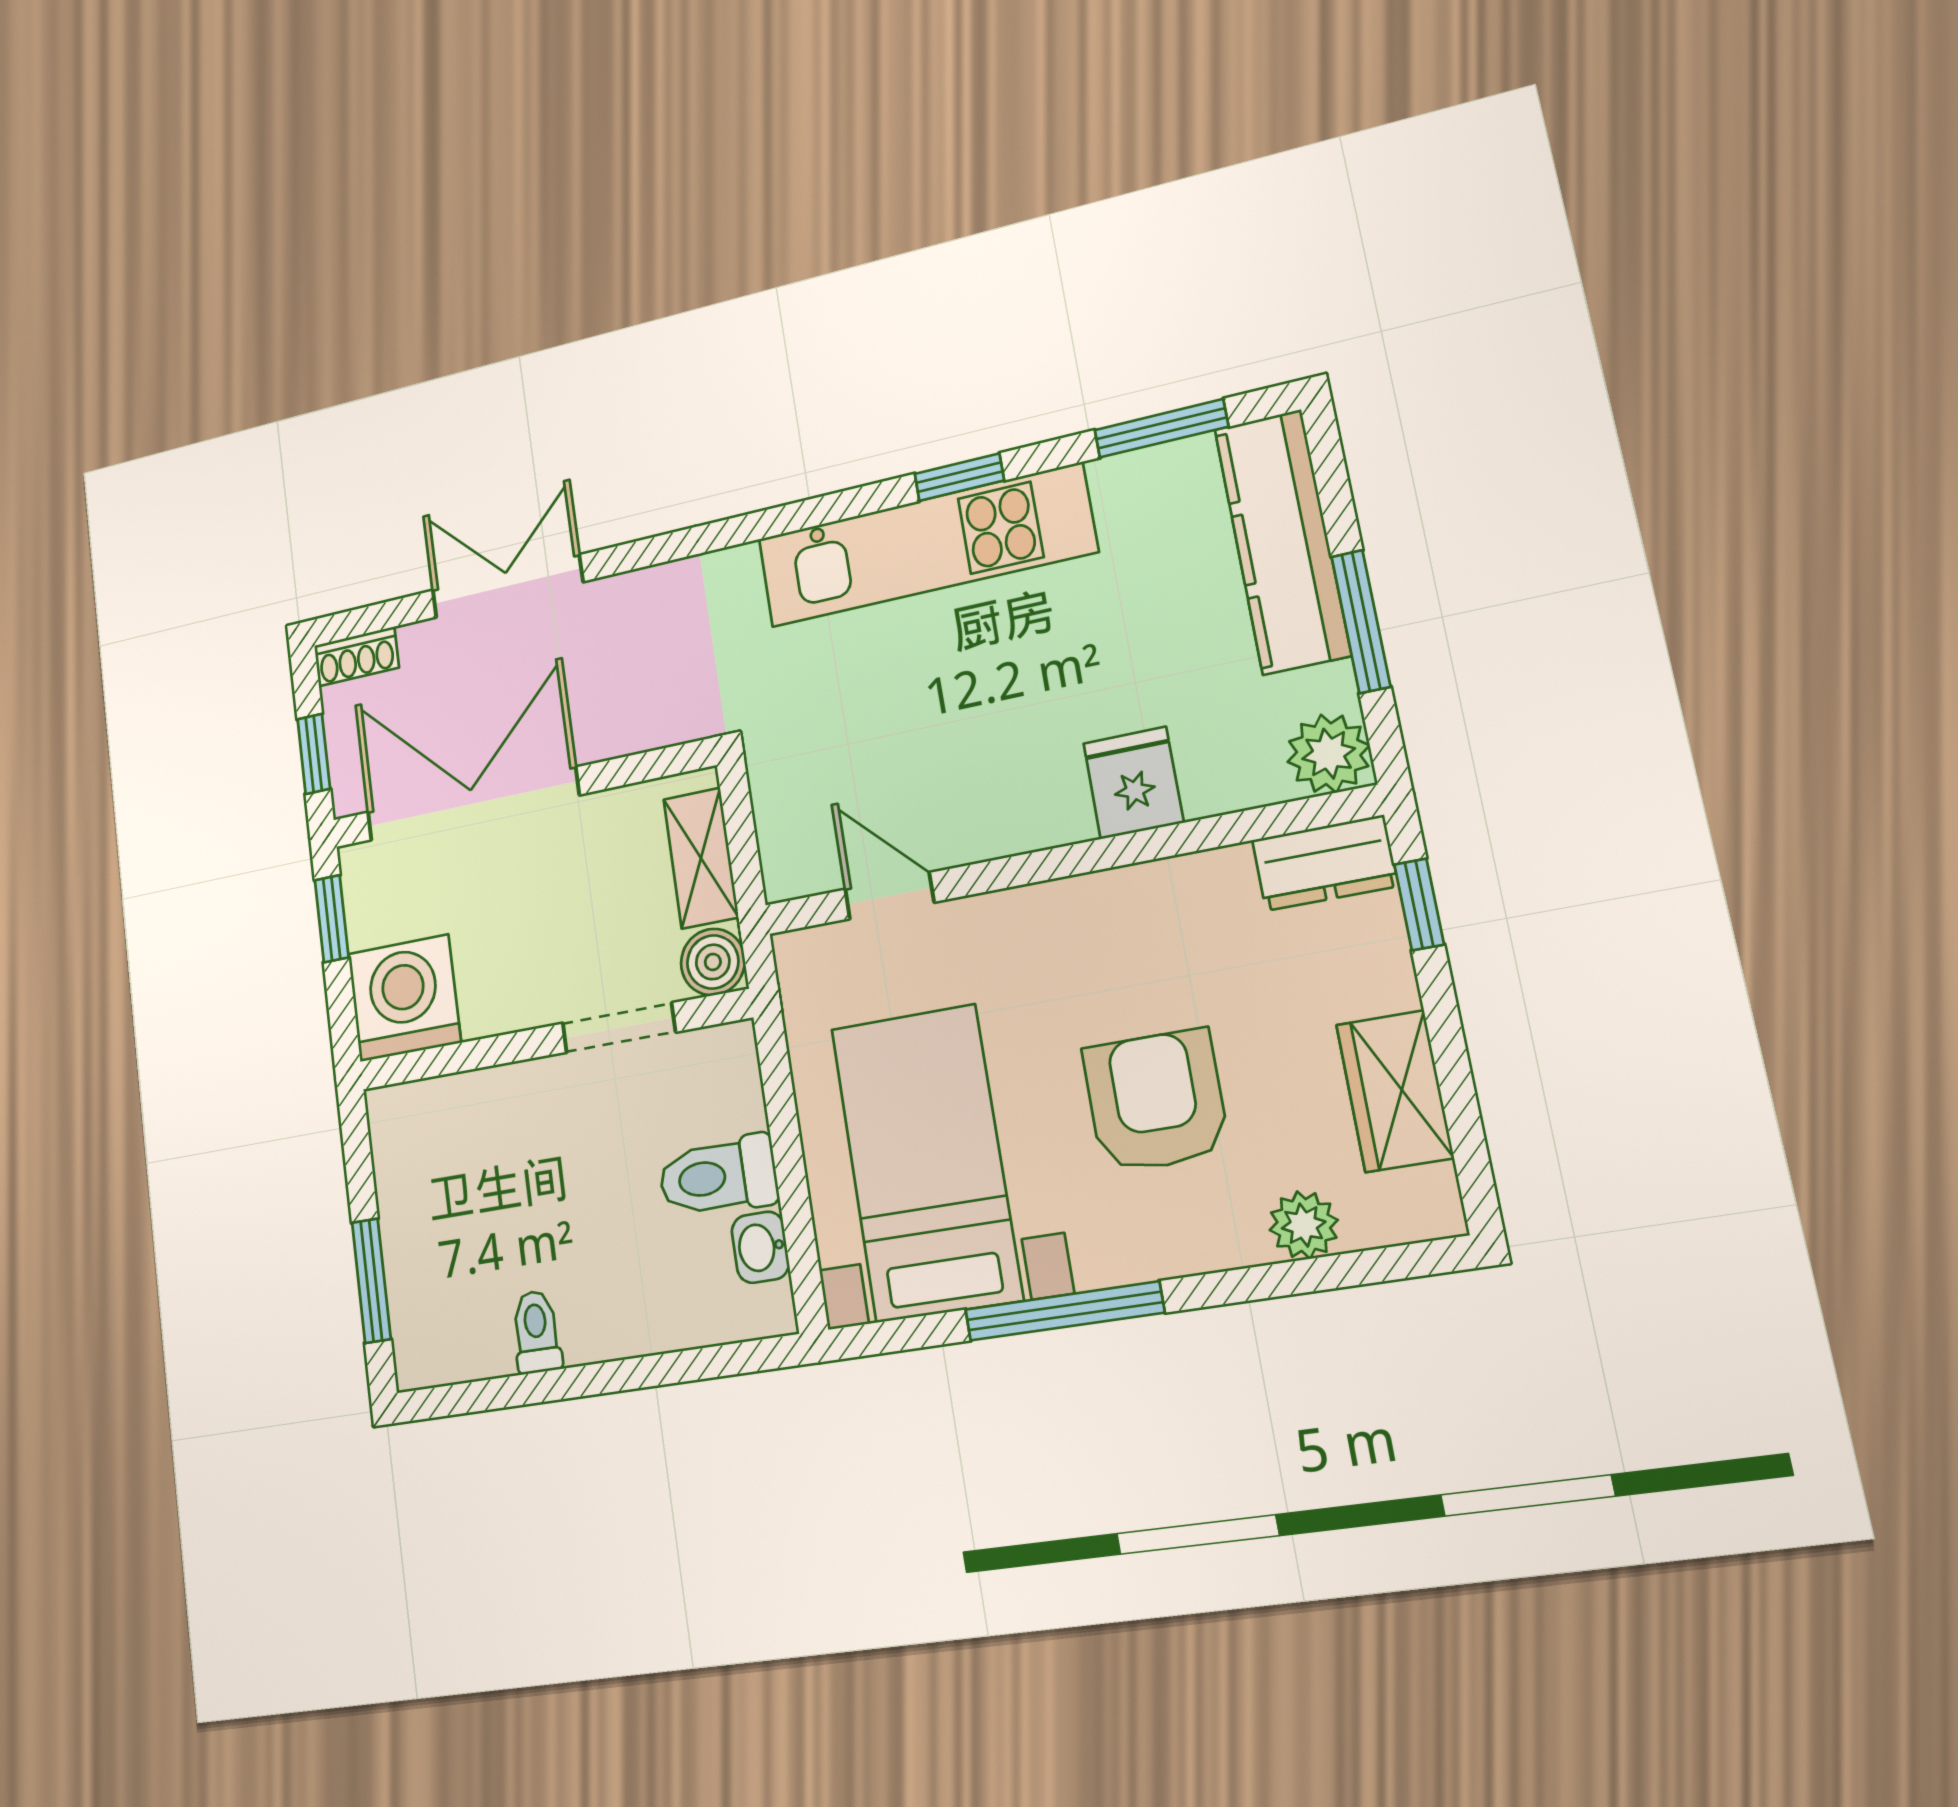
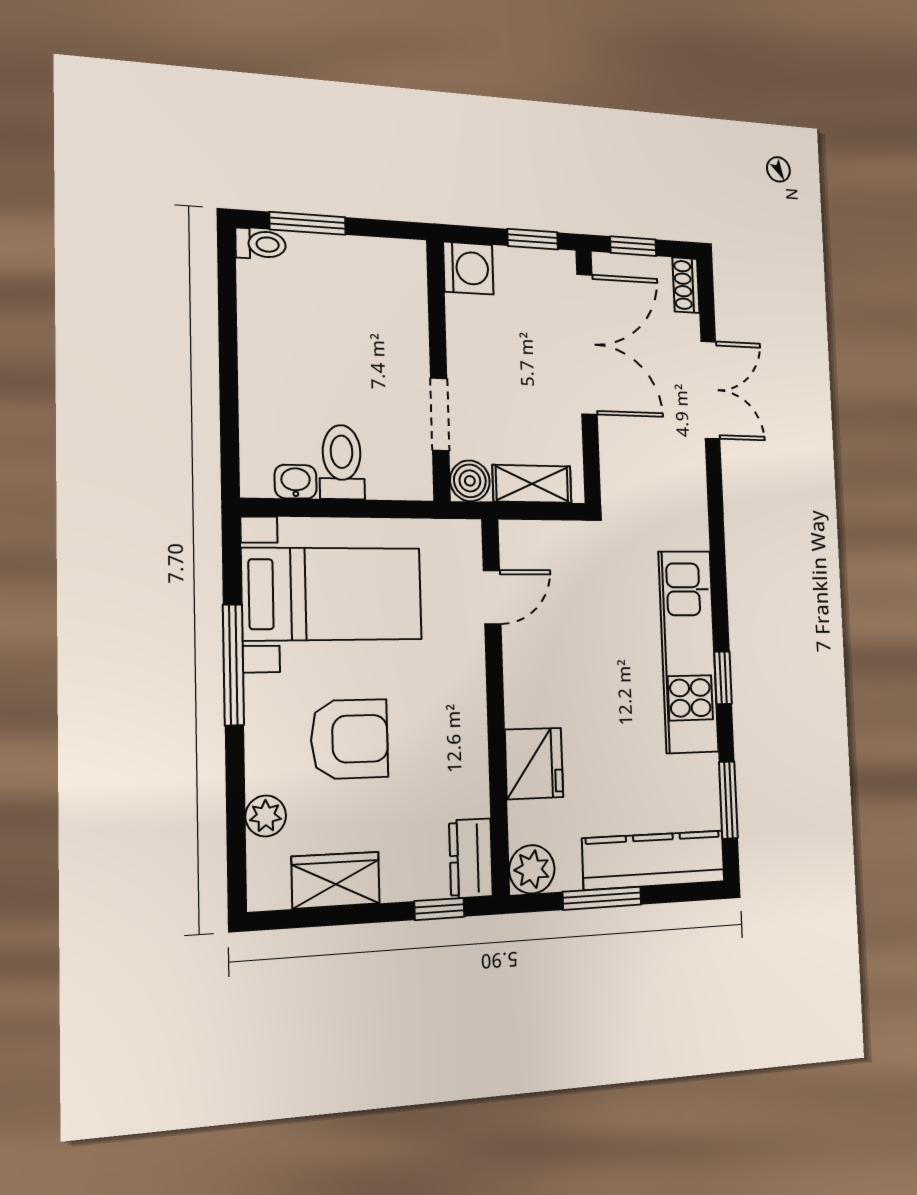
fridge: (1133, 783) -> (534, 763), width x1.38
washing machine: (404, 998) -> (468, 268), width x0.73, depth x0.73
toilet: (536, 1332) -> (261, 244), moved

